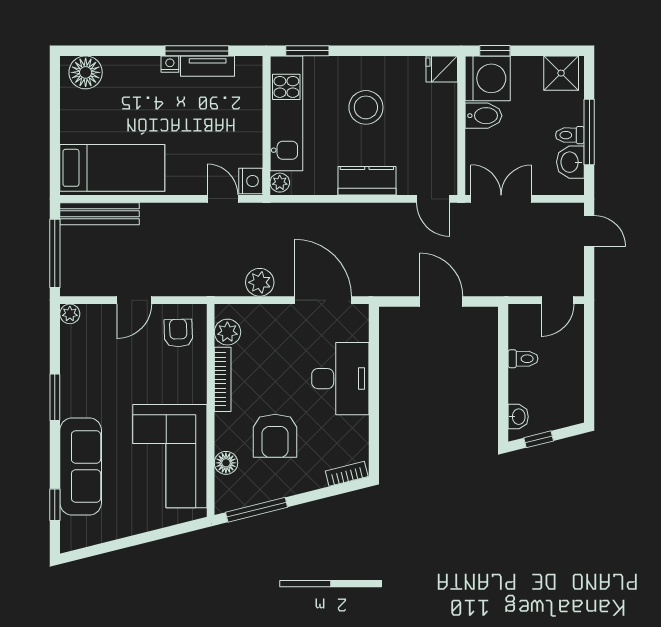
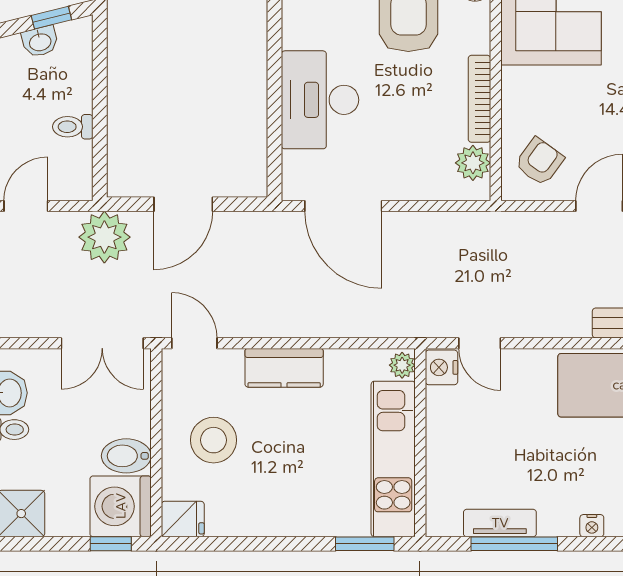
nightstand: (170, 64) -> (592, 526), moved
stool: (366, 107) -> (214, 440), moved
plant: (260, 282) -> (104, 237), moved, width x1.36, depth x1.36
door: (441, 301) -> (183, 204), hinge flipped
armchair: (178, 333) -> (539, 162), turned -142
washbasin: (518, 417) -> (40, 42), moved, turned -104

